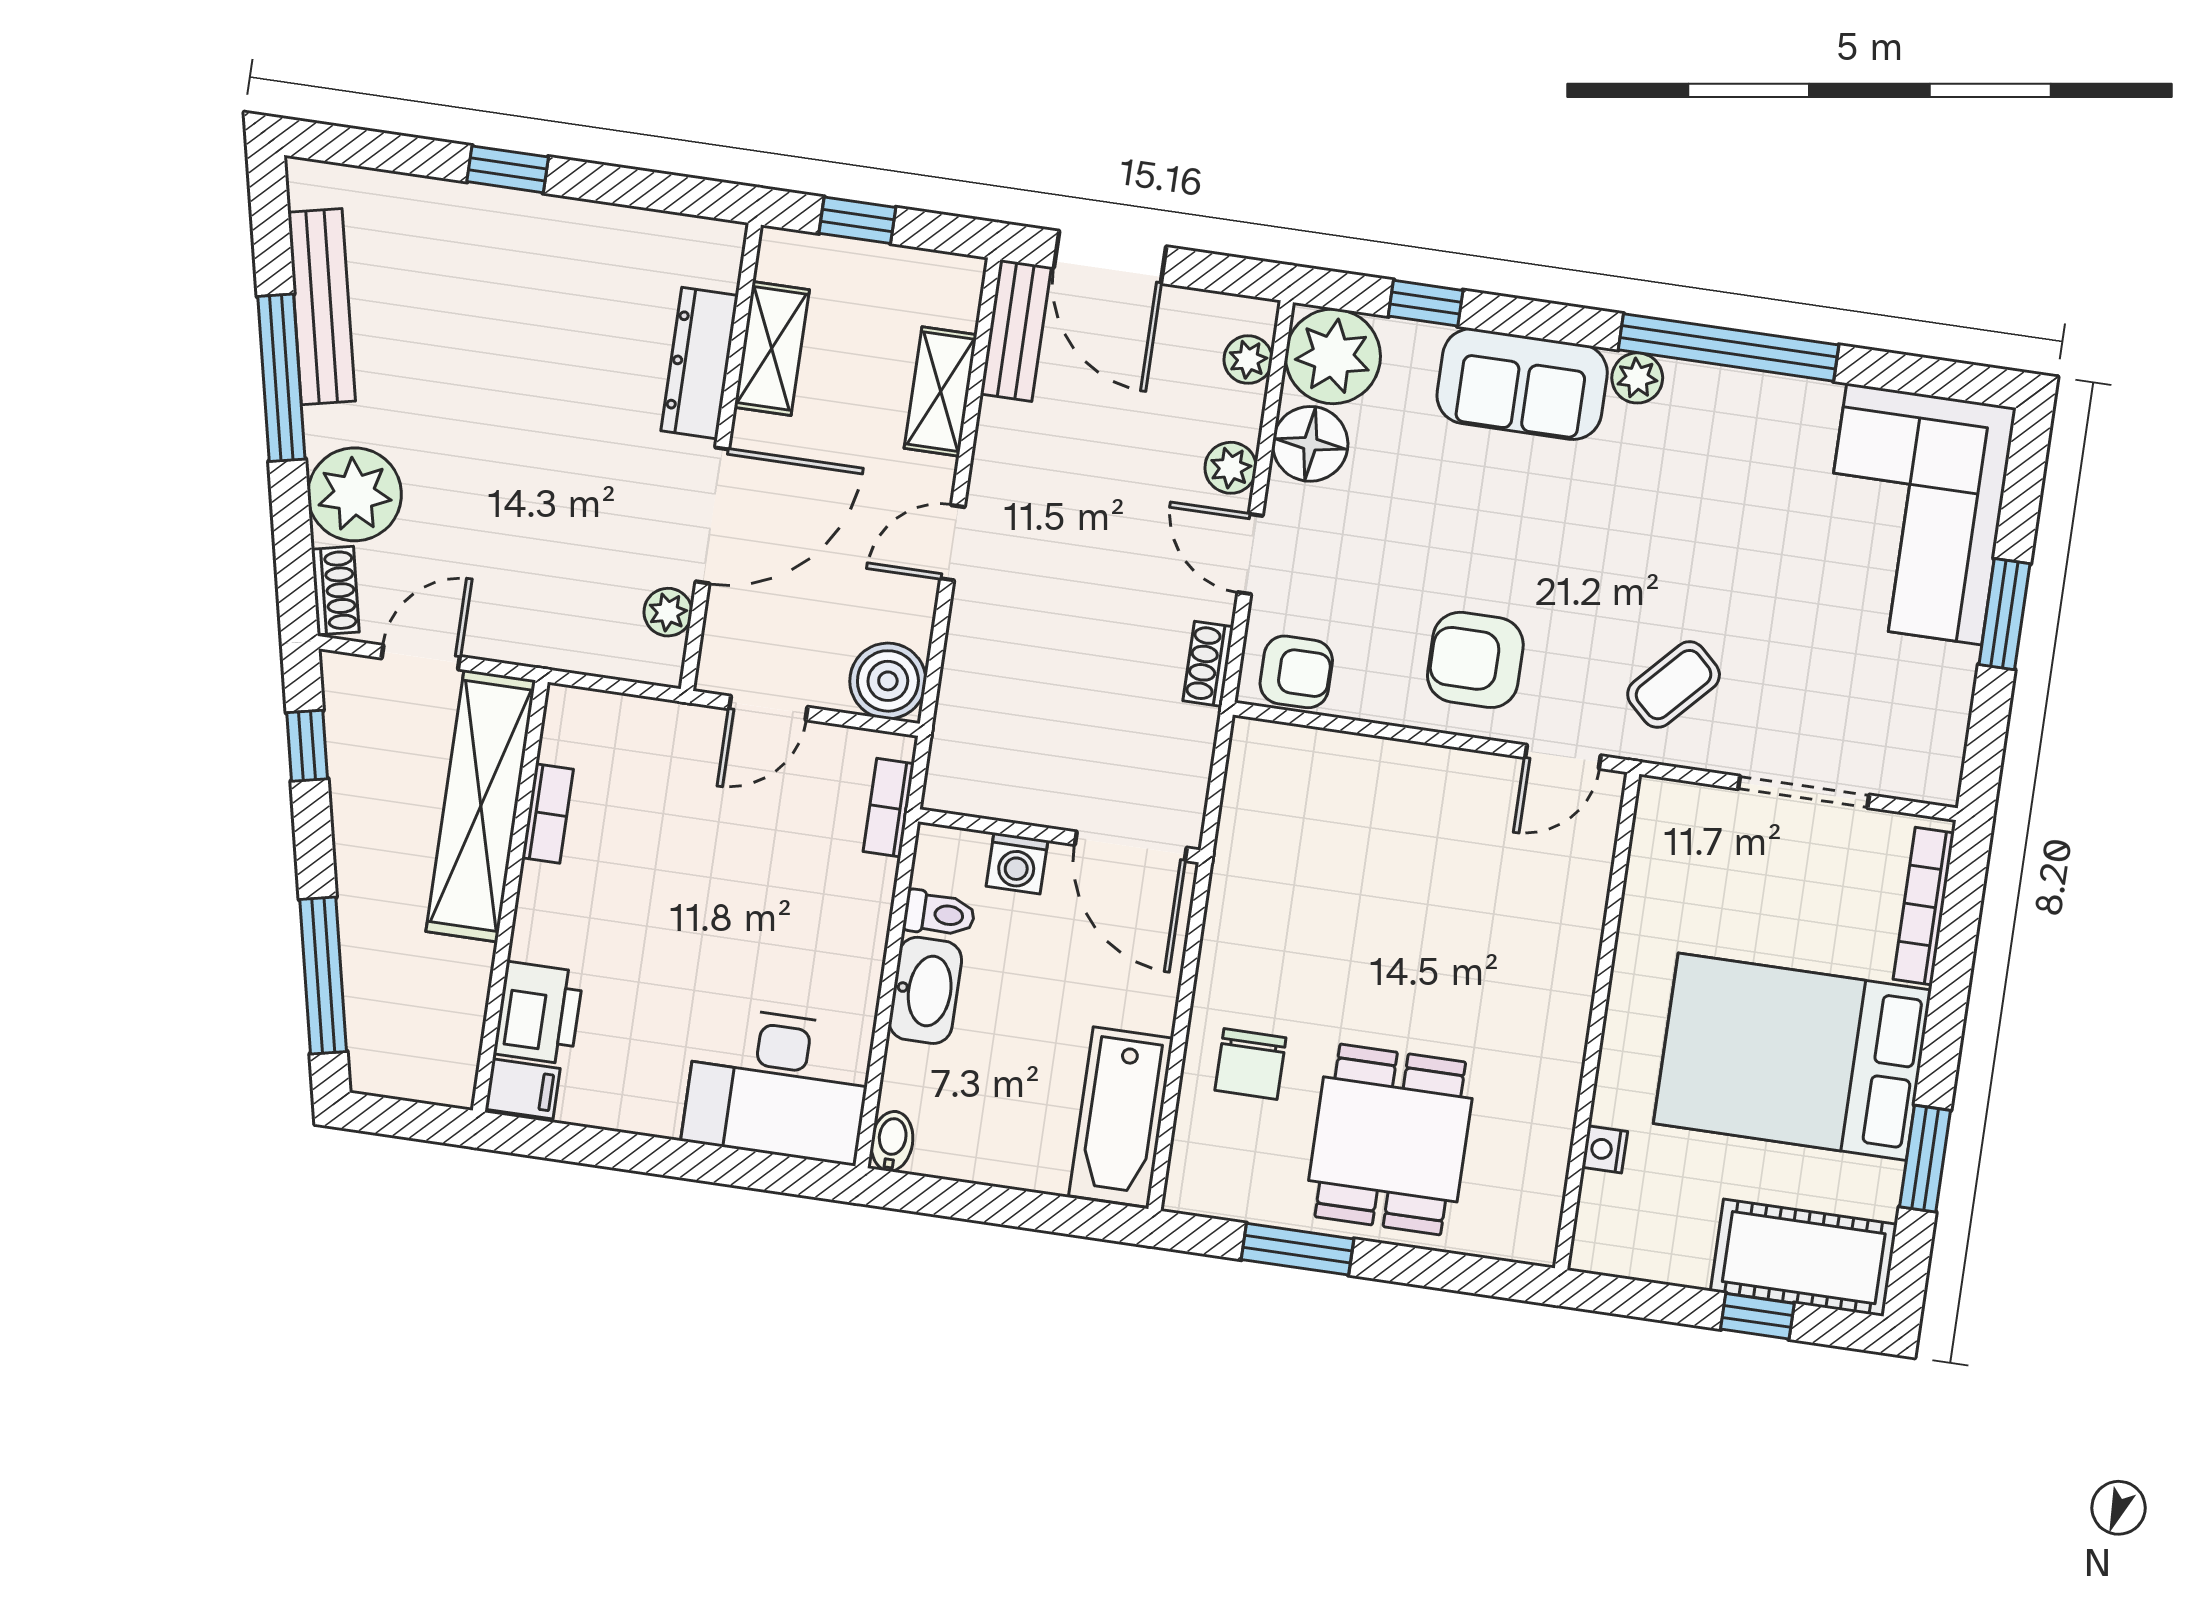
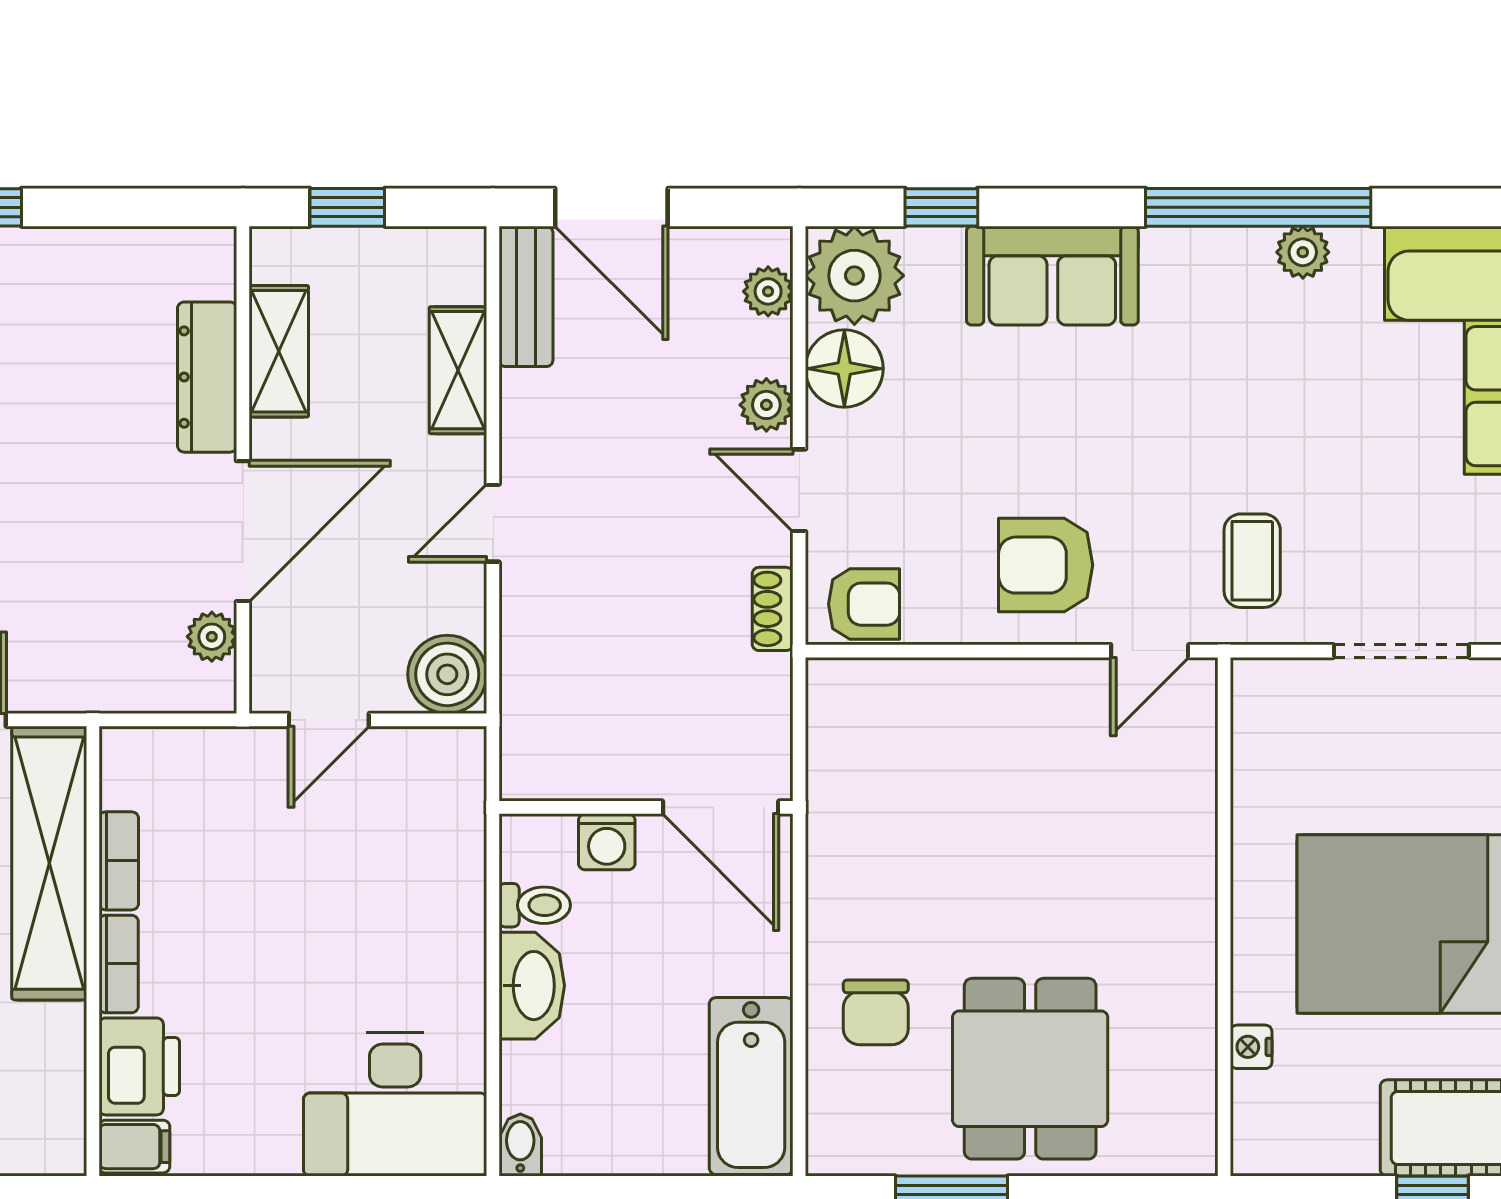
plant: (1637, 378) -> (1303, 252), moved
coffee table: (1674, 685) -> (1252, 561), turned -43
bookcase: (889, 808) -> (119, 964), moved, turned 180

